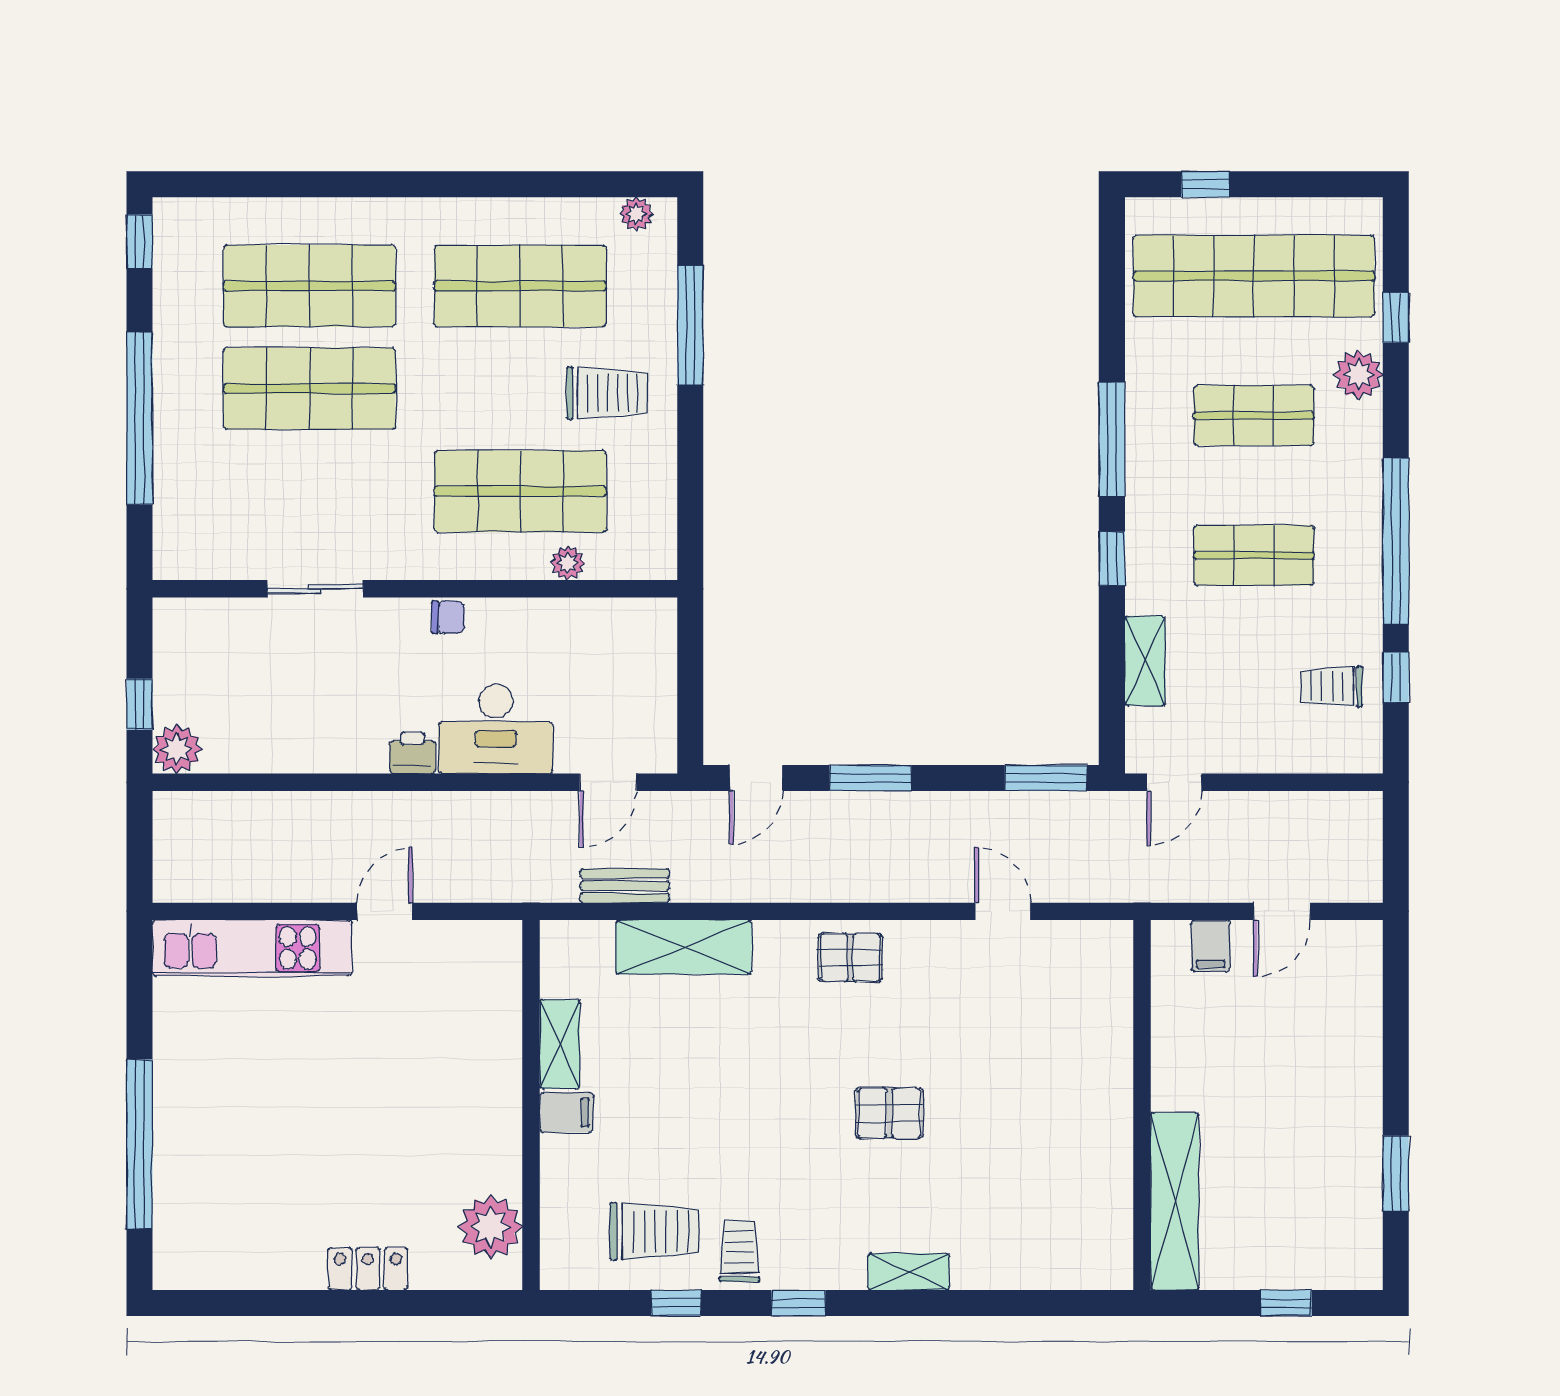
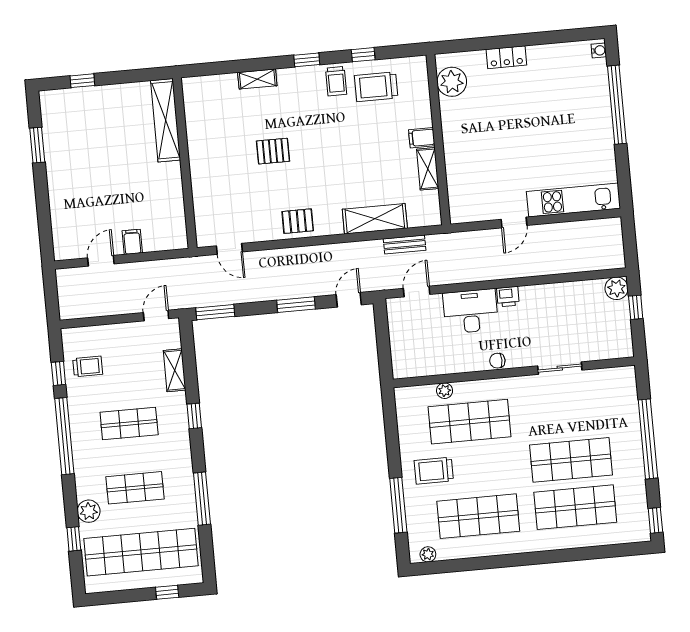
window: (1112, 439) -> (202, 499), moved
wall: (1142, 1105) -> (185, 163), moved
shelving: (1175, 1201) -> (166, 120), moved
water cooler: (168, 1265) -> (599, 50), added

